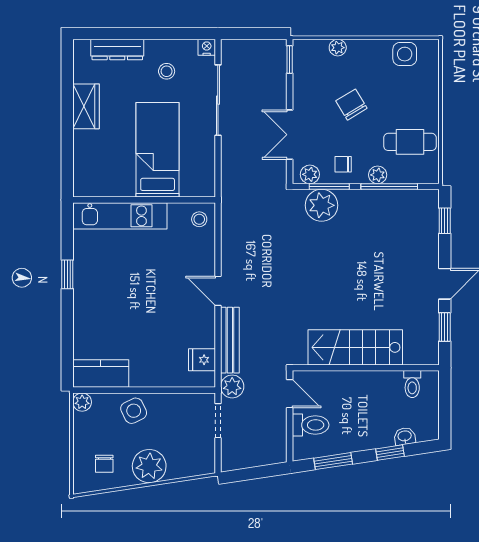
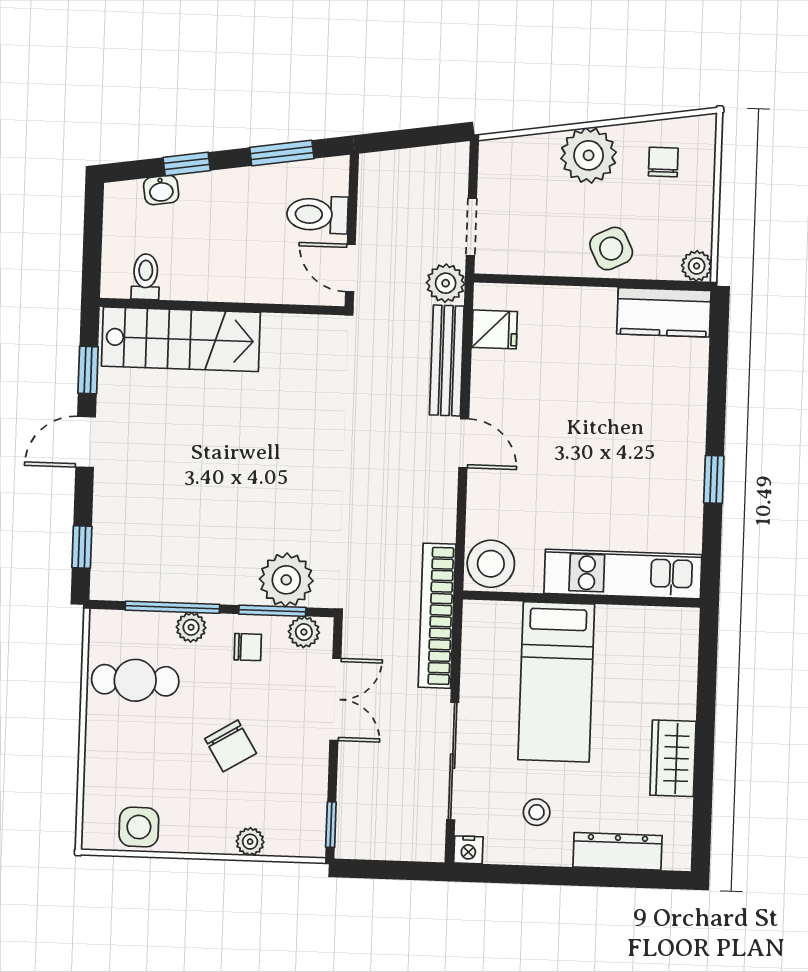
bookcase: (230, 187) -> (437, 616), added
stool: (199, 219) -> (491, 564), width x1.89, depth x1.89
stairs: (355, 347) -> (181, 339), moved

